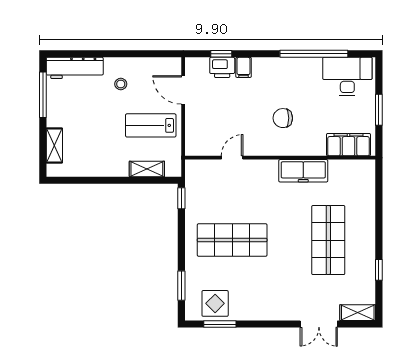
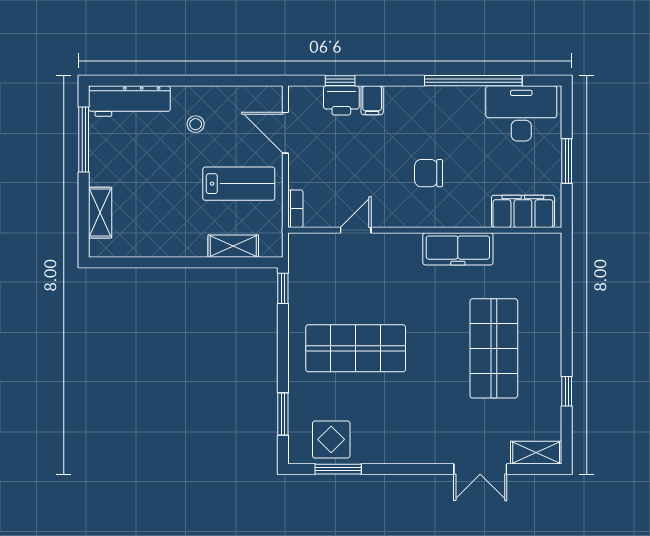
lab bench: (151, 125) -> (239, 184), turned 180
bookcase: (190, 143) -> (295, 209), added

